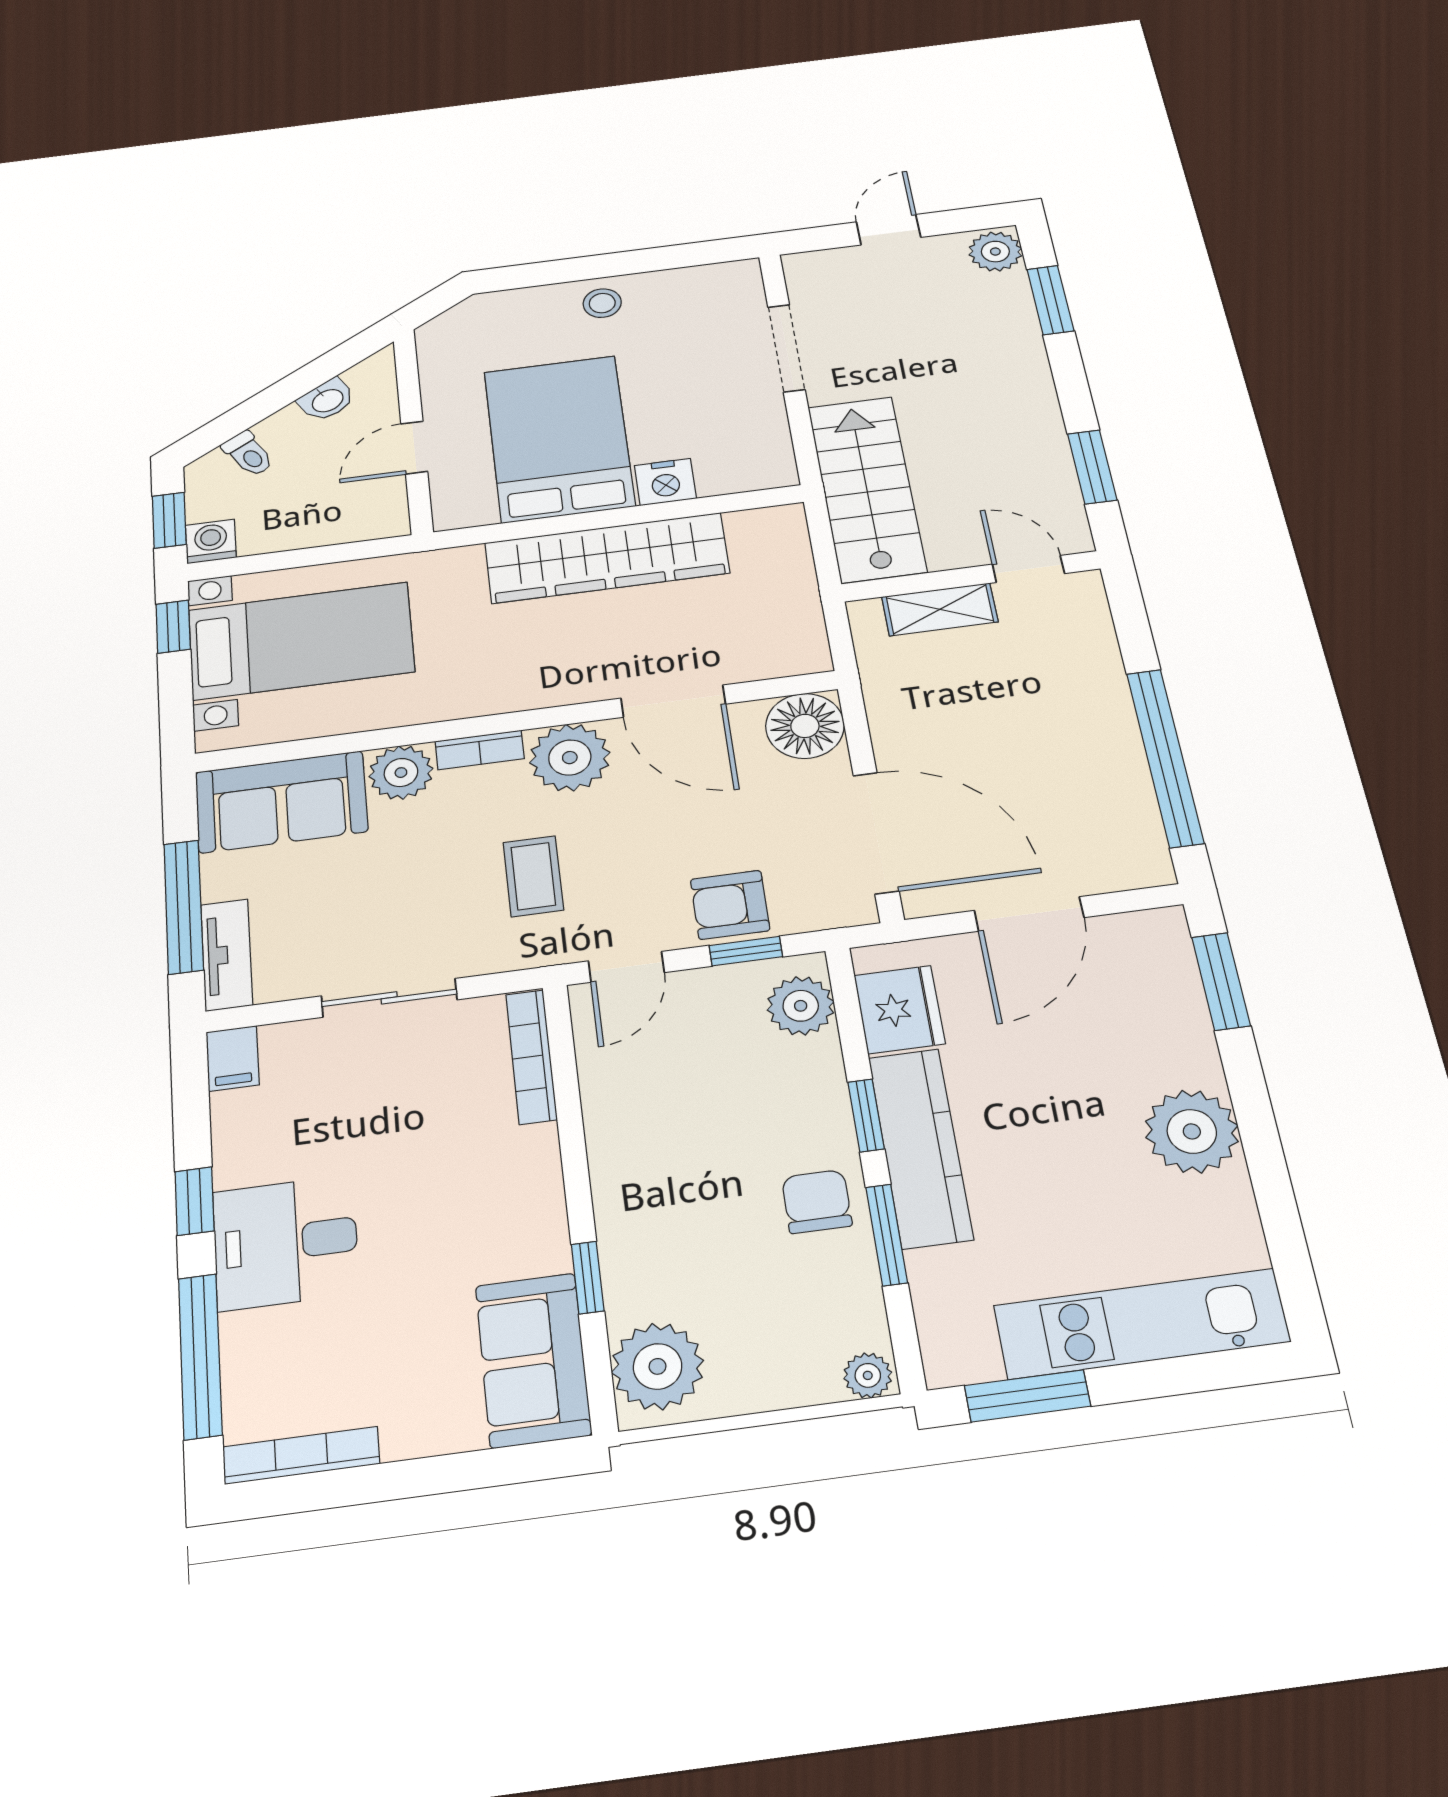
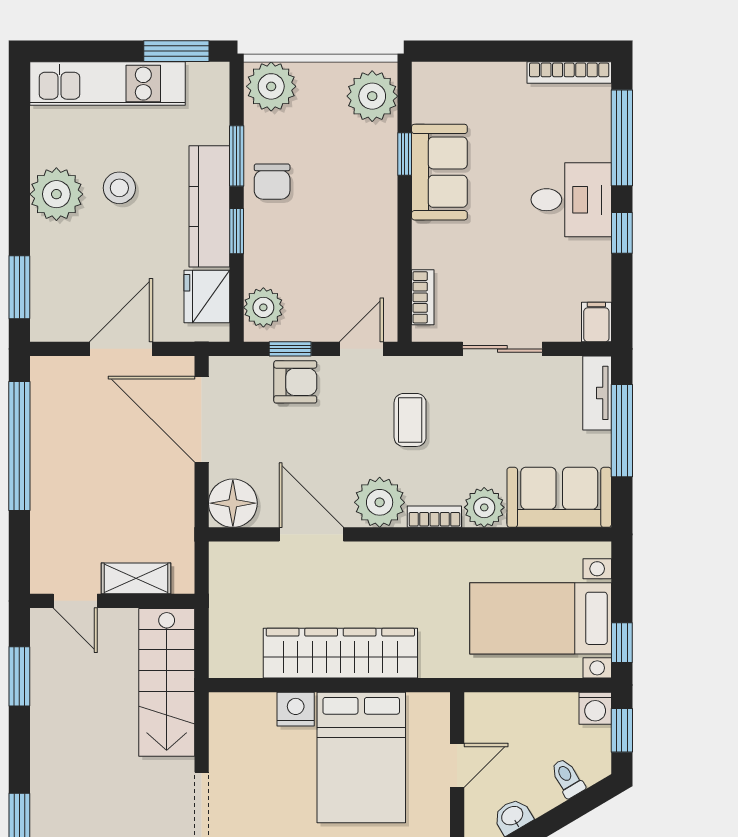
bookcase: (531, 1057) -> (423, 297), width x0.64
stool: (1084, 1156) -> (119, 188), added
sofa: (533, 1360) -> (439, 172), moved
plant: (868, 1375) -> (271, 86), width x1.88, depth x1.88

